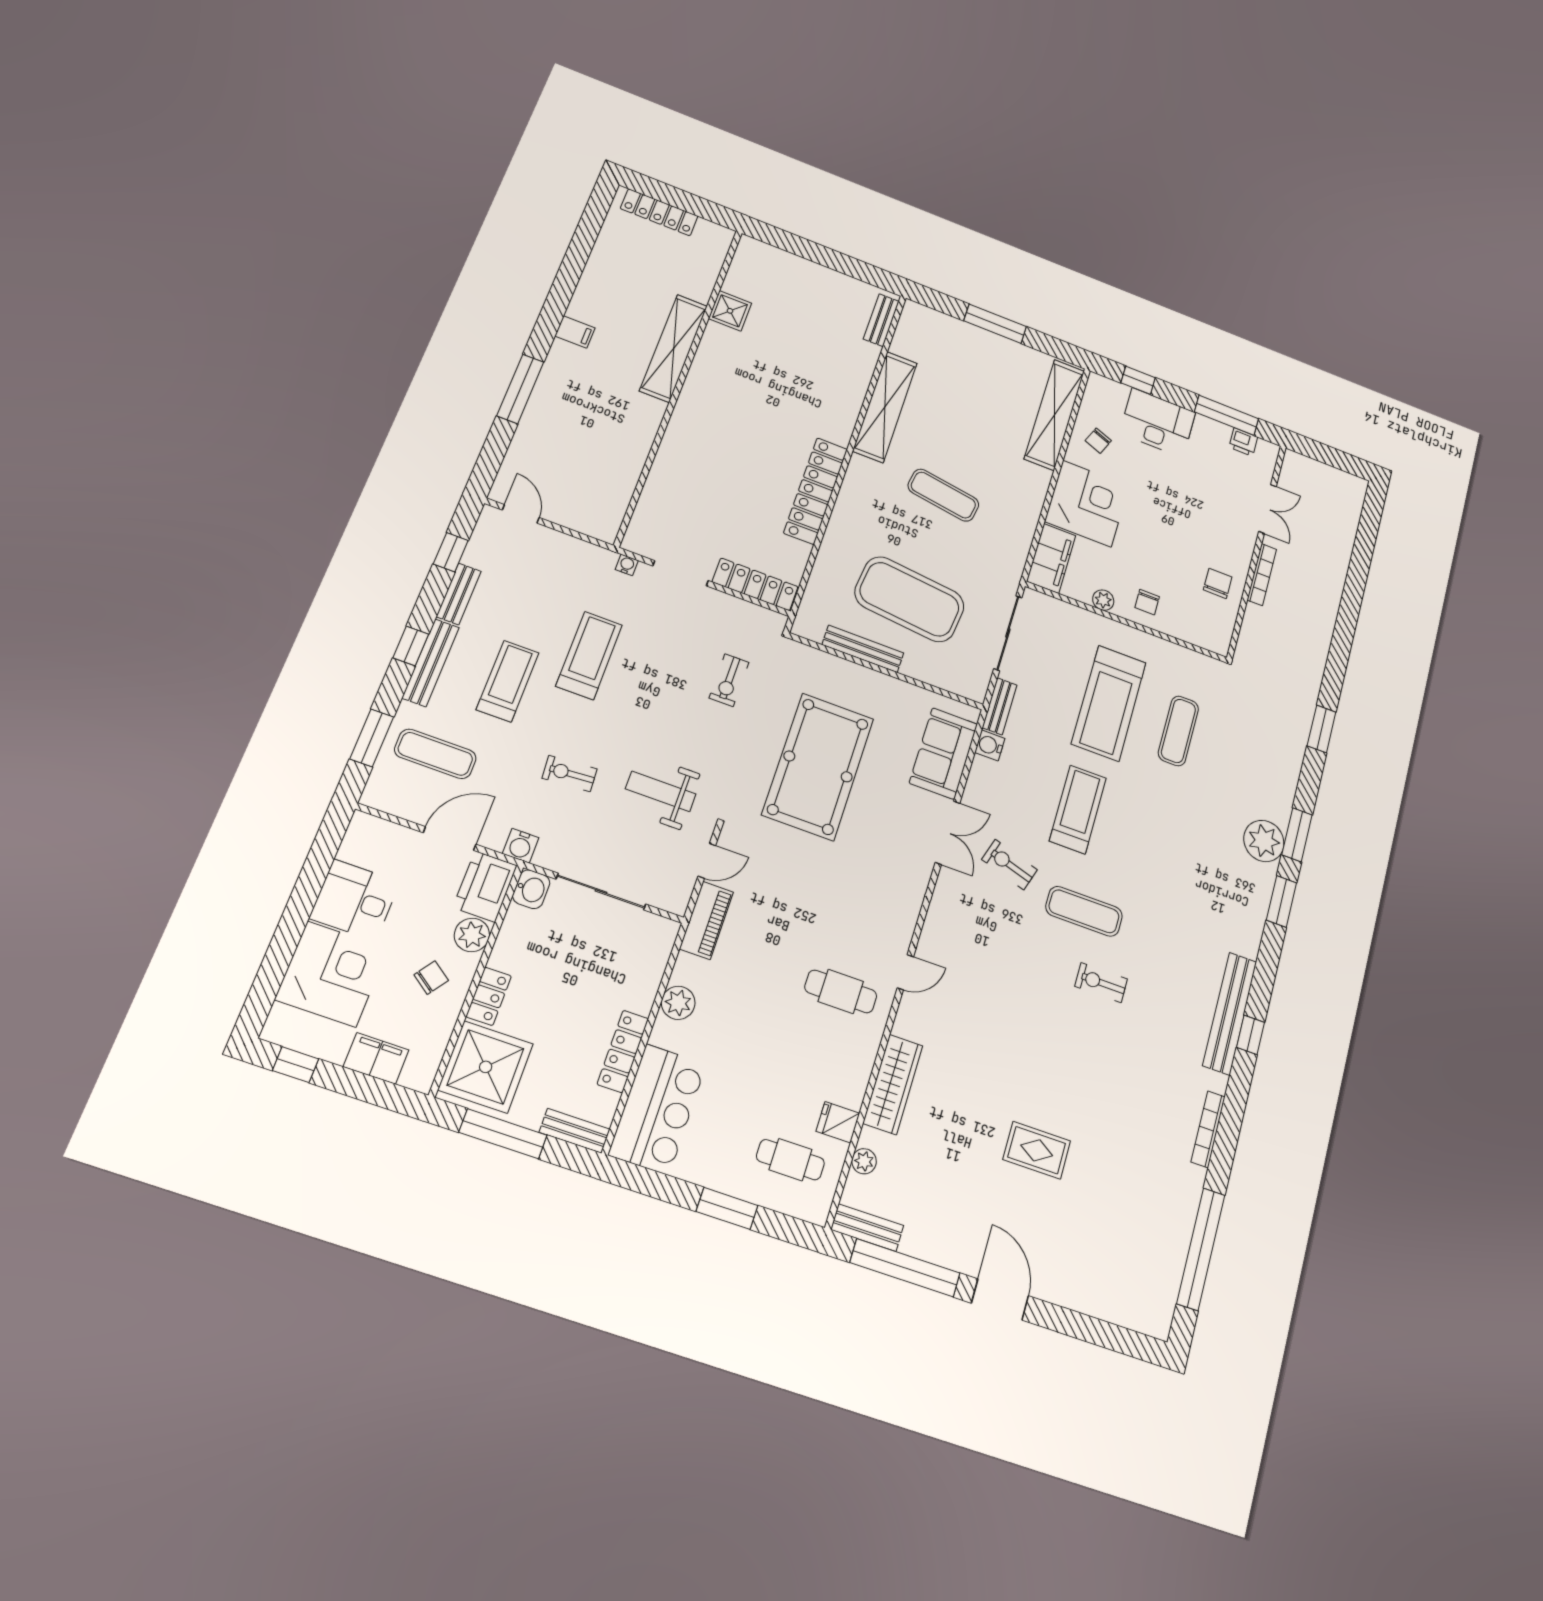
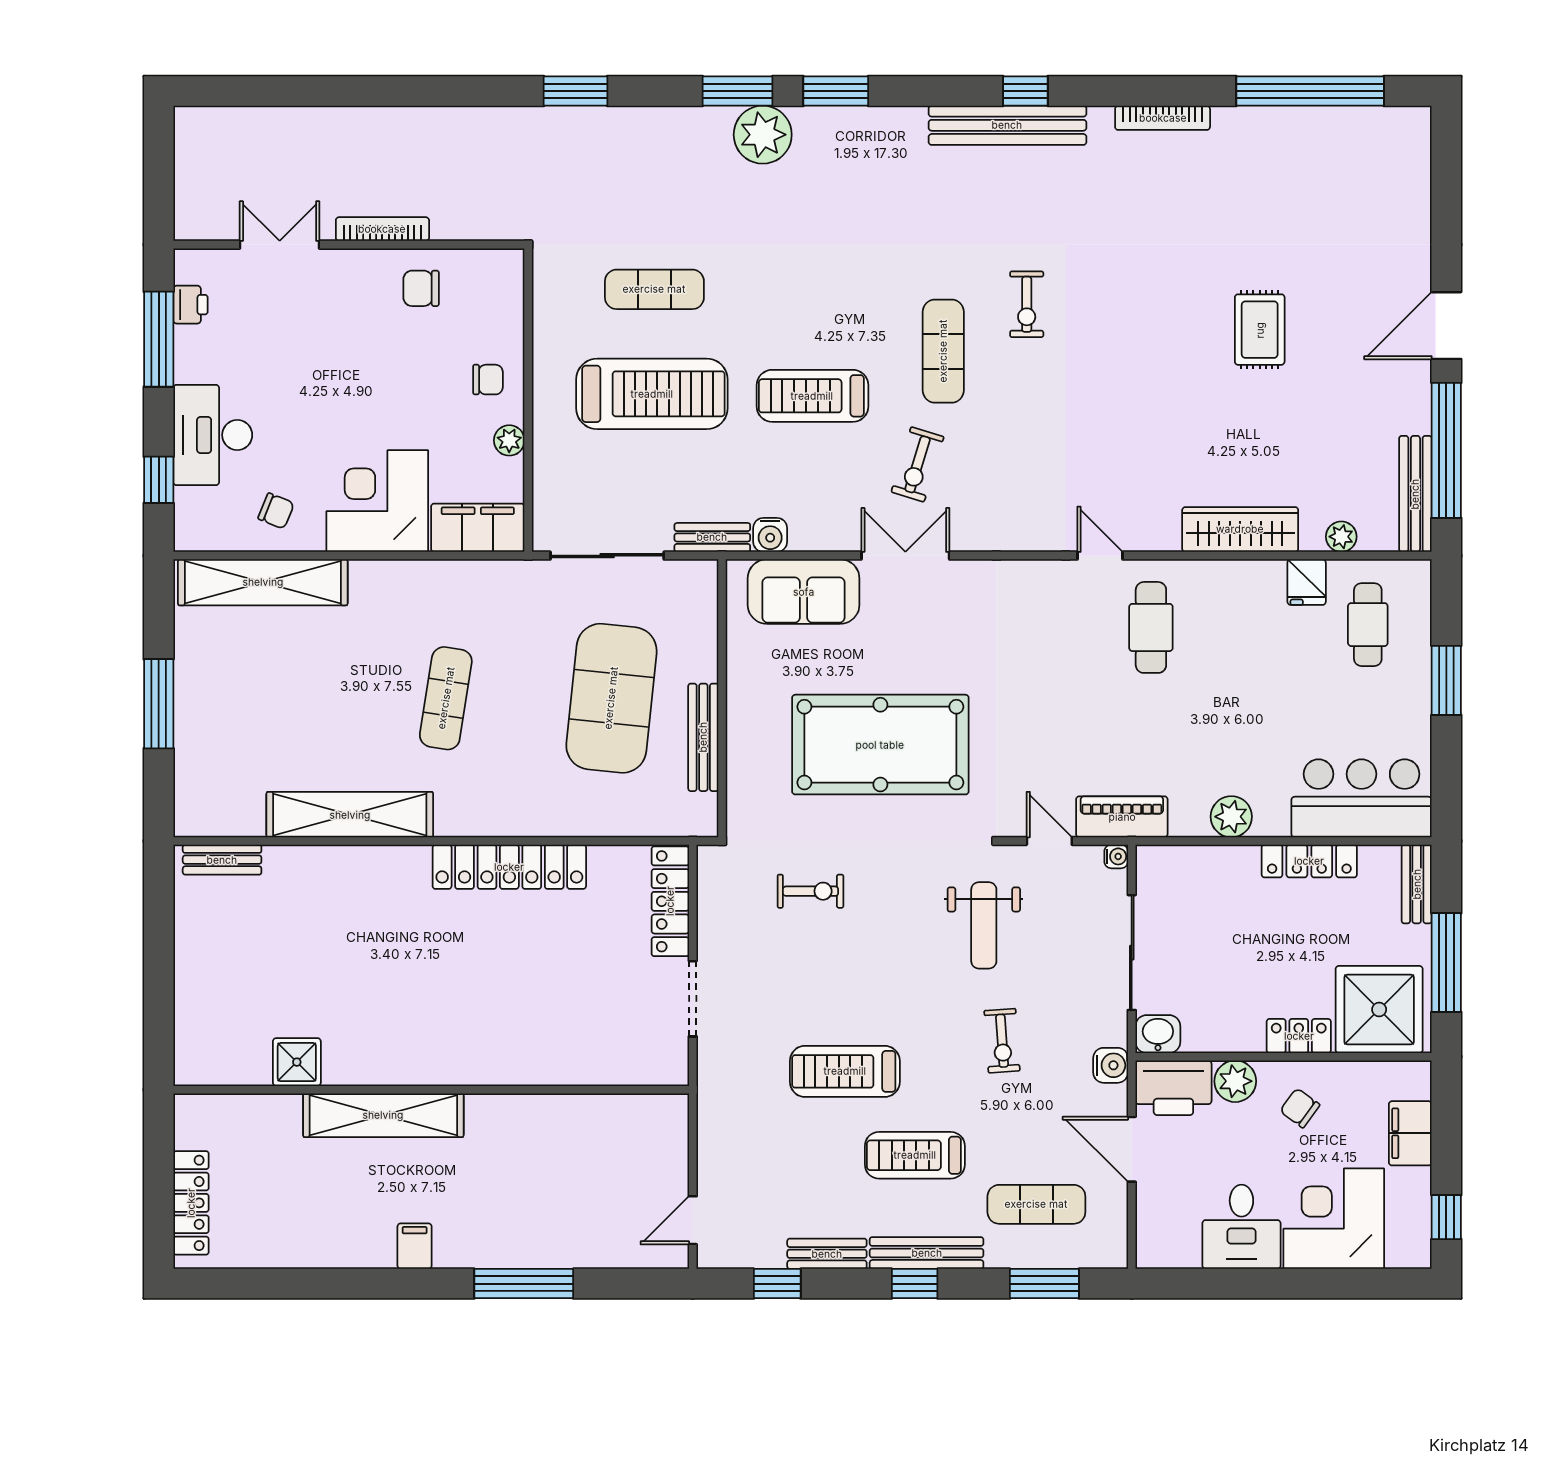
water cooler: (627, 565) -> (1116, 856), moved, turned 180
exercise mat: (435, 754) -> (1036, 1204), turned 90
bench: (867, 1228) -> (1415, 494), width x1.36

